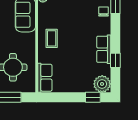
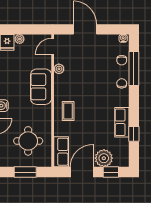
plant: (102, 84) -> (104, 158), moved
door: (65, 97) -> (82, 172), added

